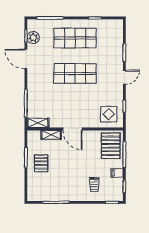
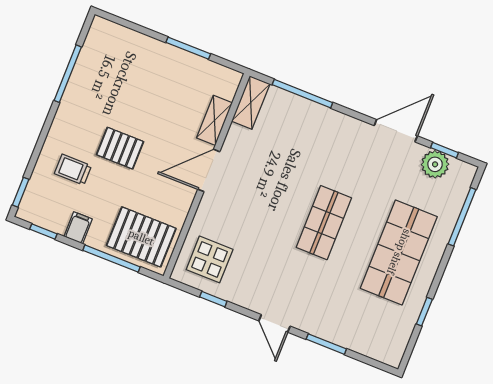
shop shelf: (75, 73) -> (324, 223), width x0.70, depth x0.74
pallet: (41, 163) -> (120, 148), moved

